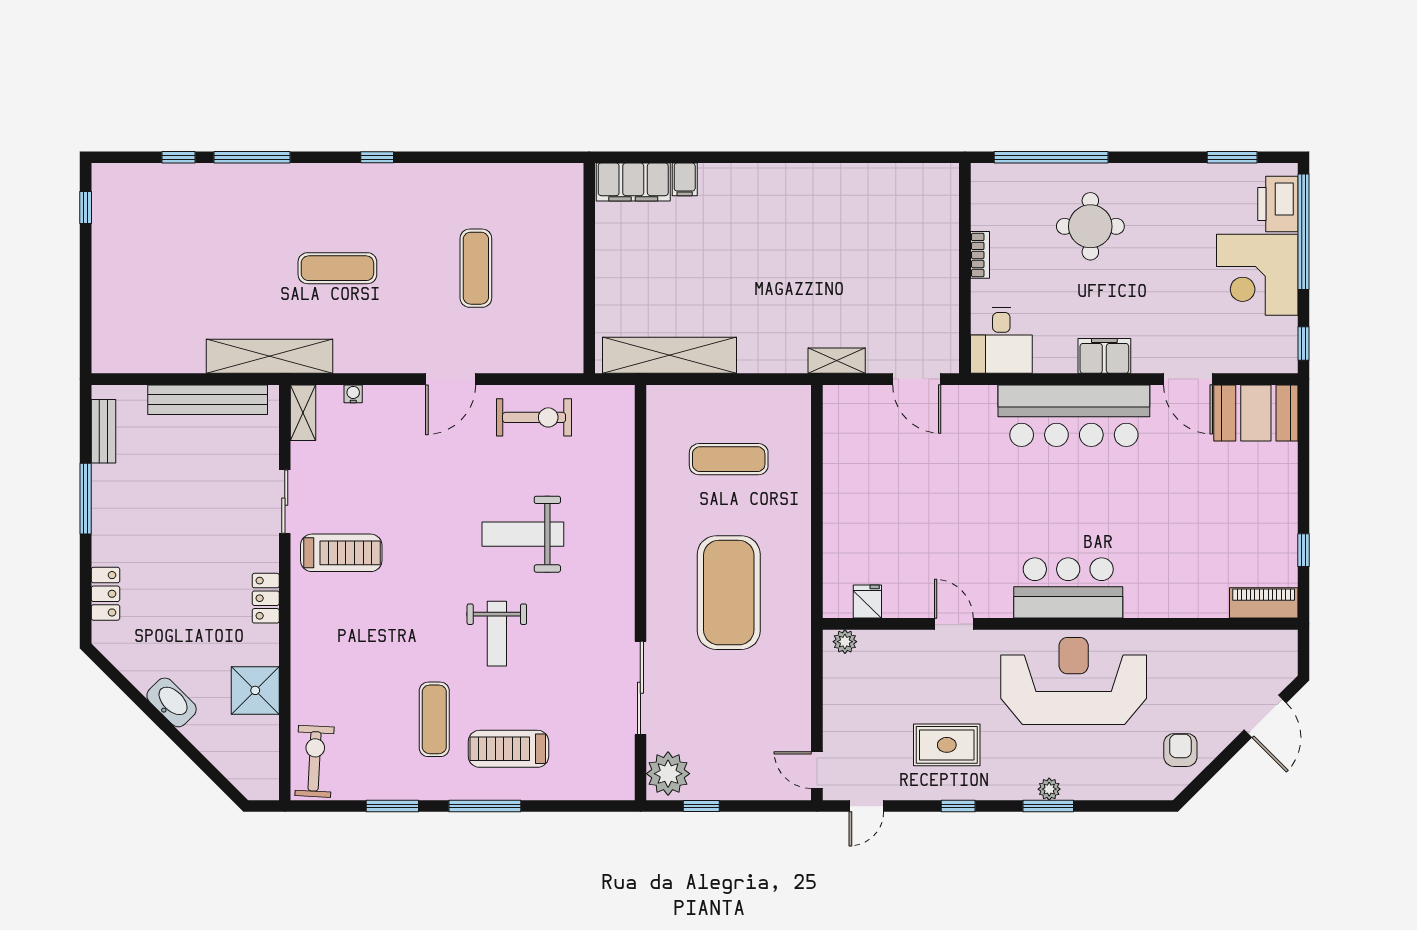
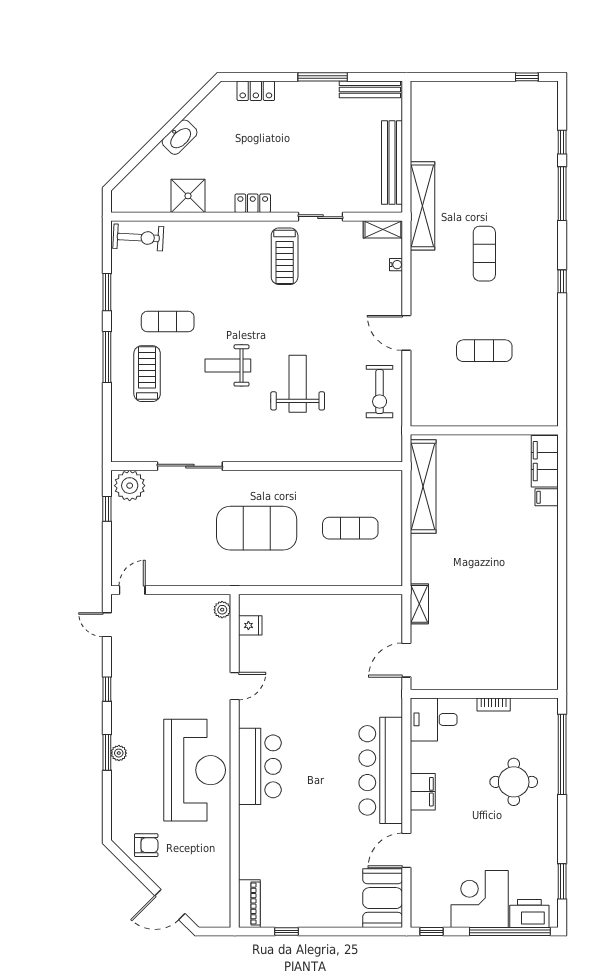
bench: (103, 431) -> (370, 89), width x1.36
exercise mat: (729, 459) -> (350, 528), turned 90
rug: (947, 745) -> (150, 681), removed

